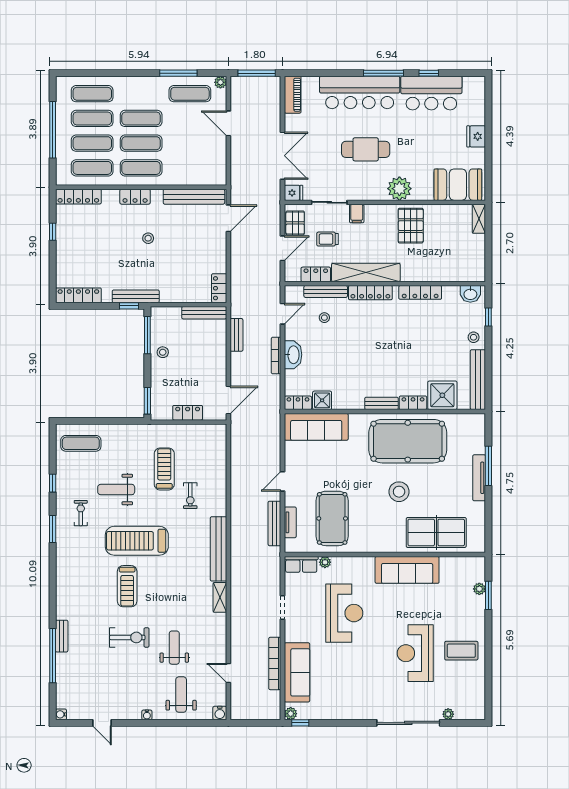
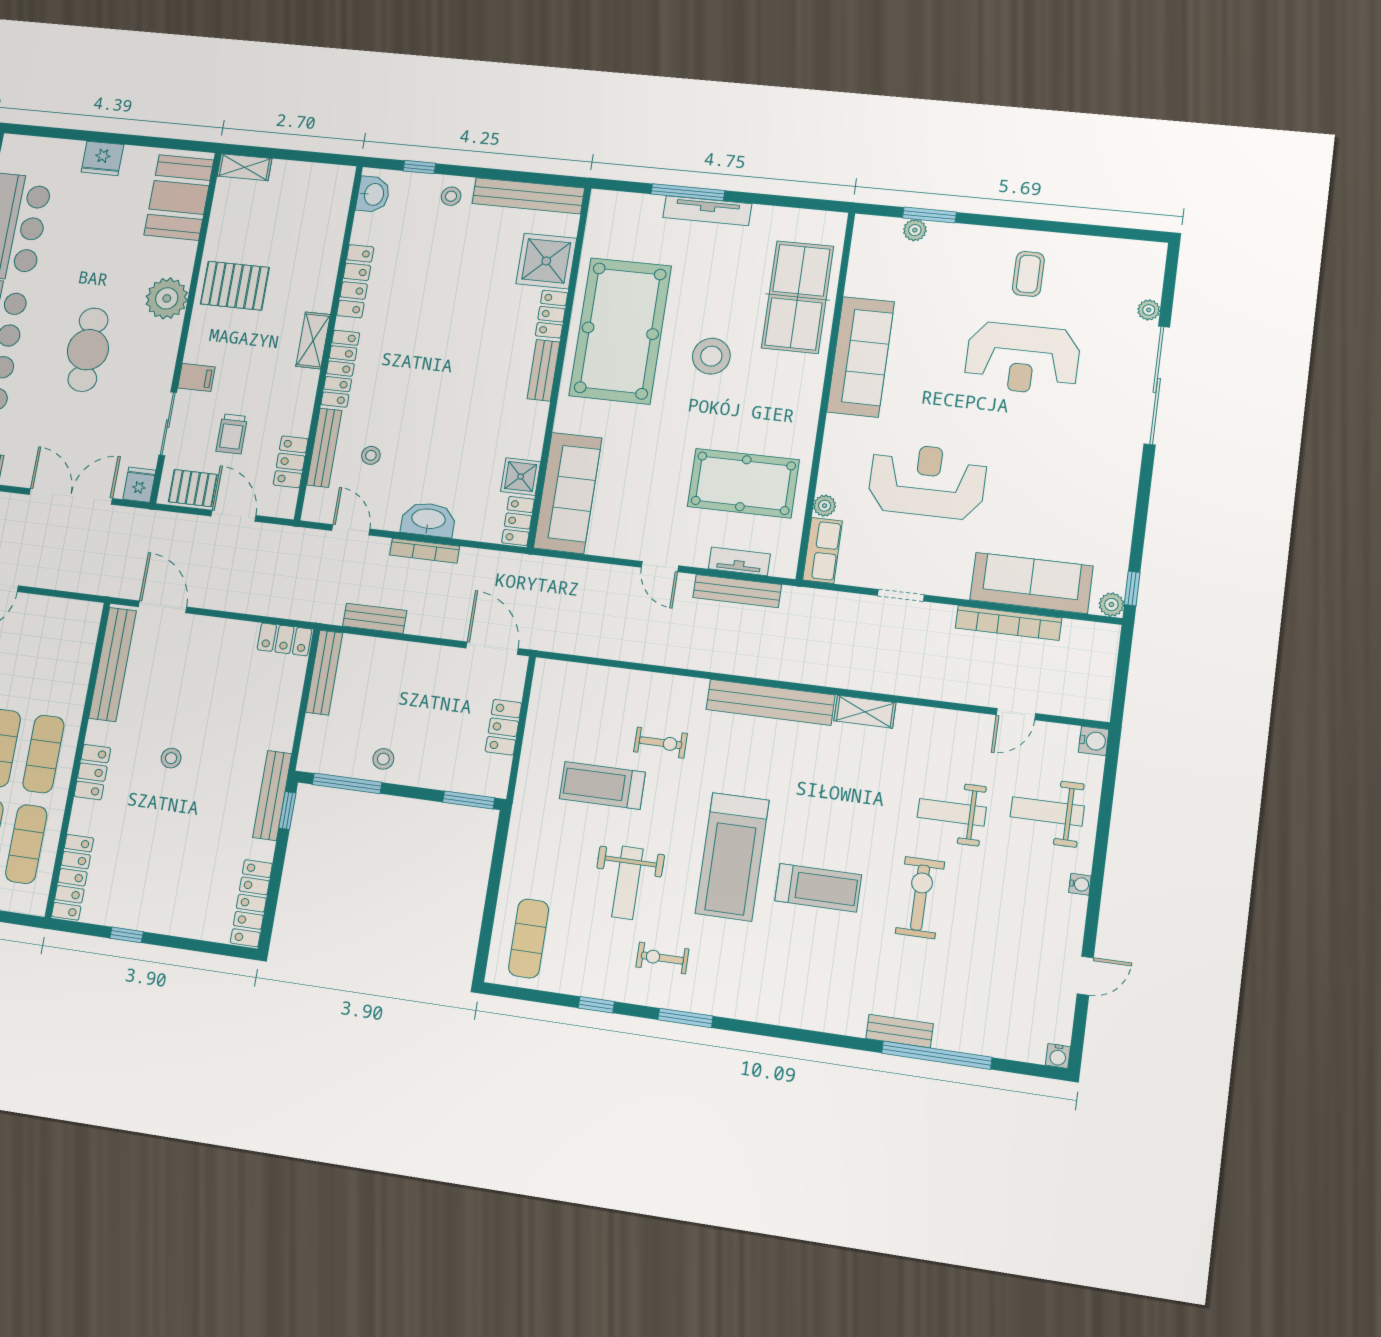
shelving: (366, 272) -> (313, 340), width x0.45, depth x0.75
coffee table: (461, 651) -> (1028, 274), width x0.73, depth x0.77

